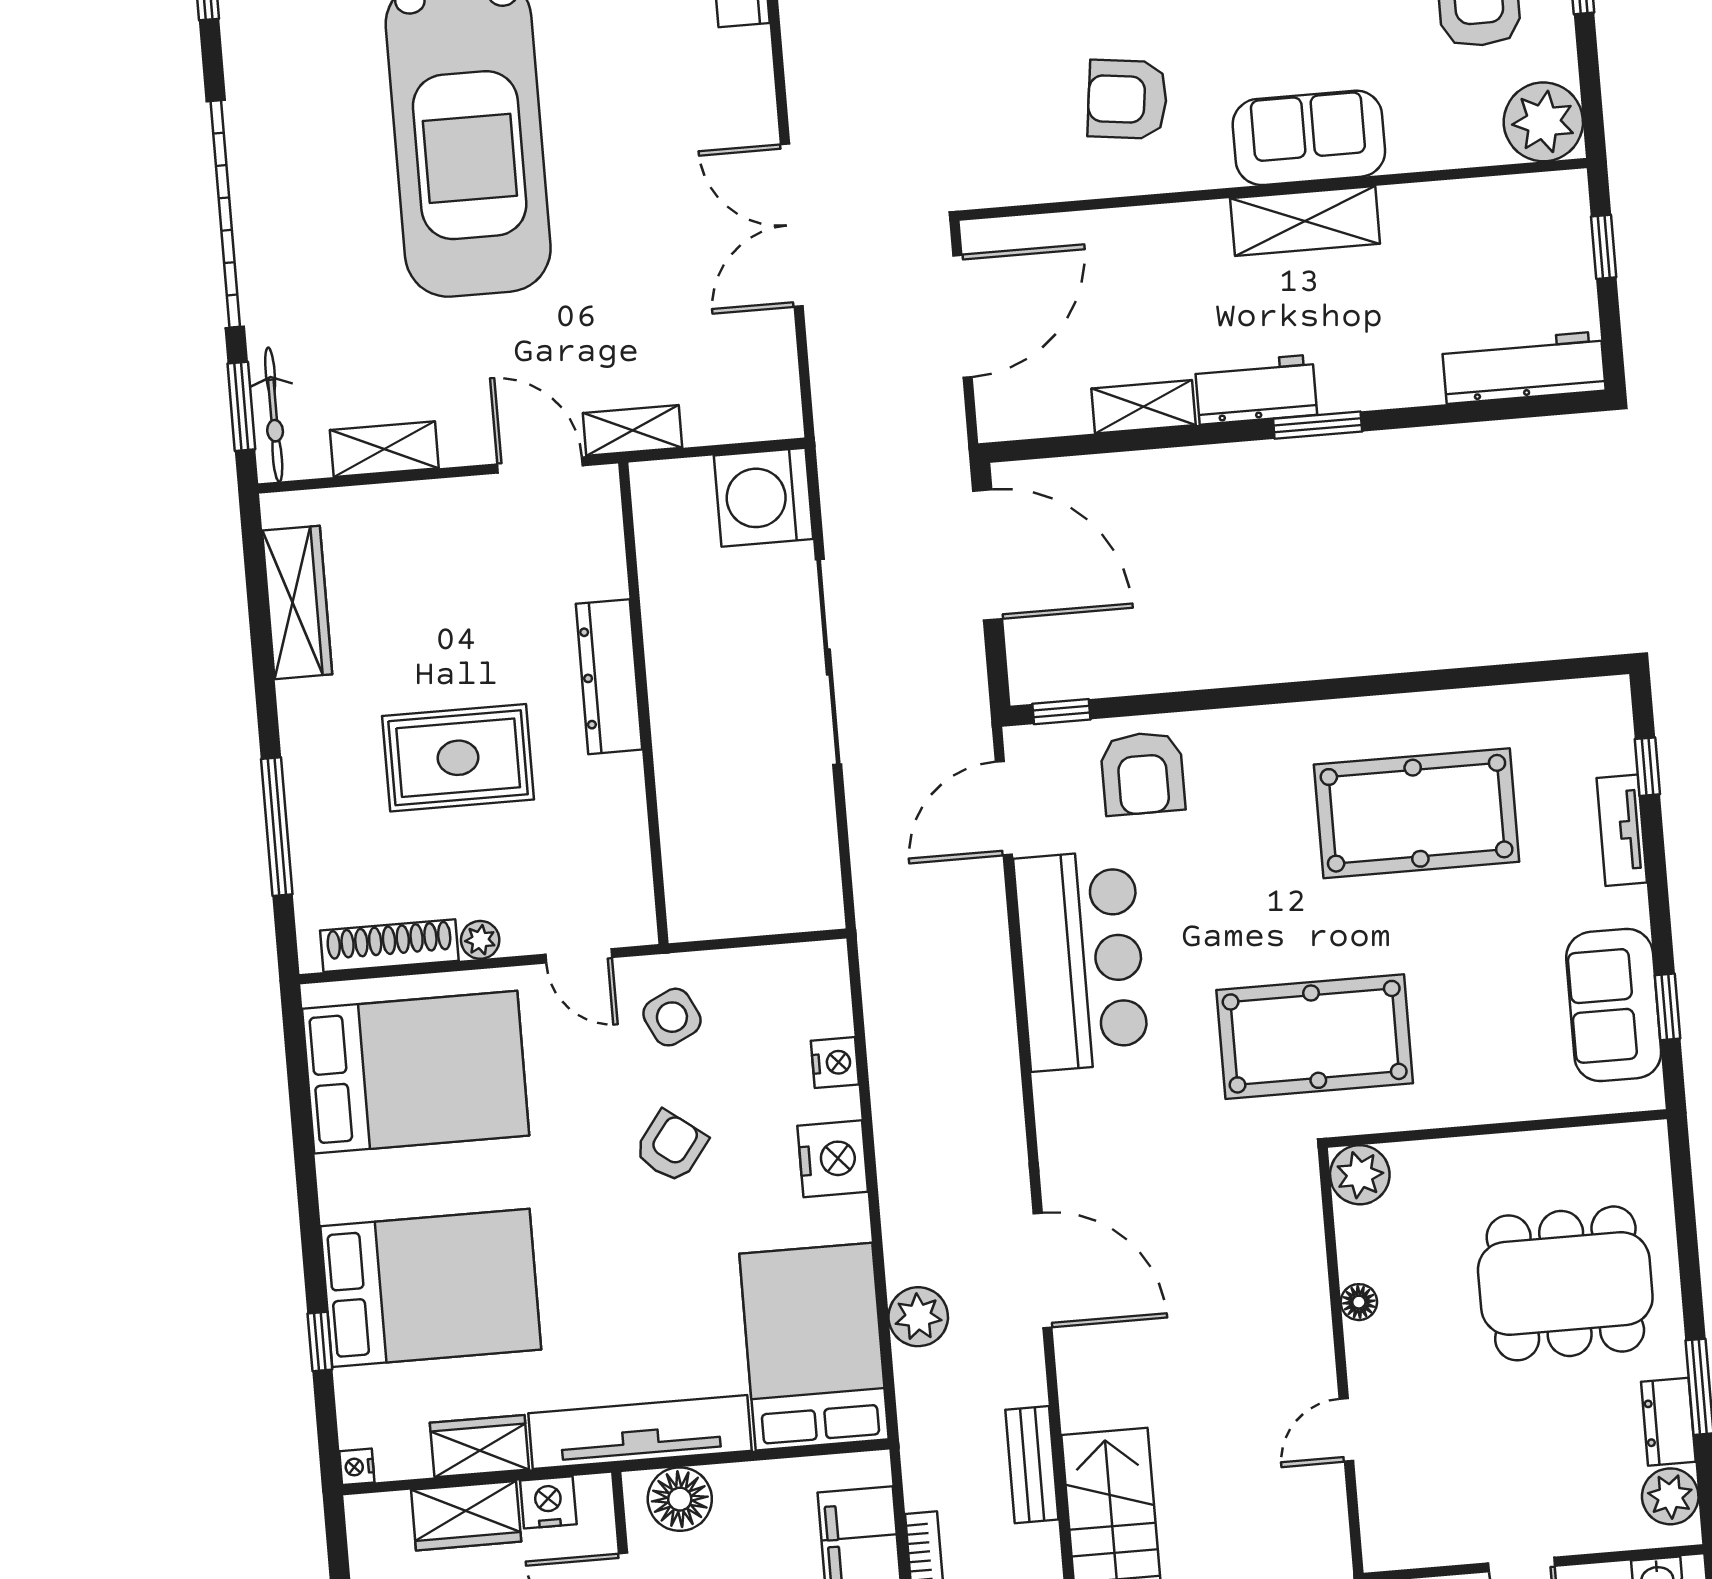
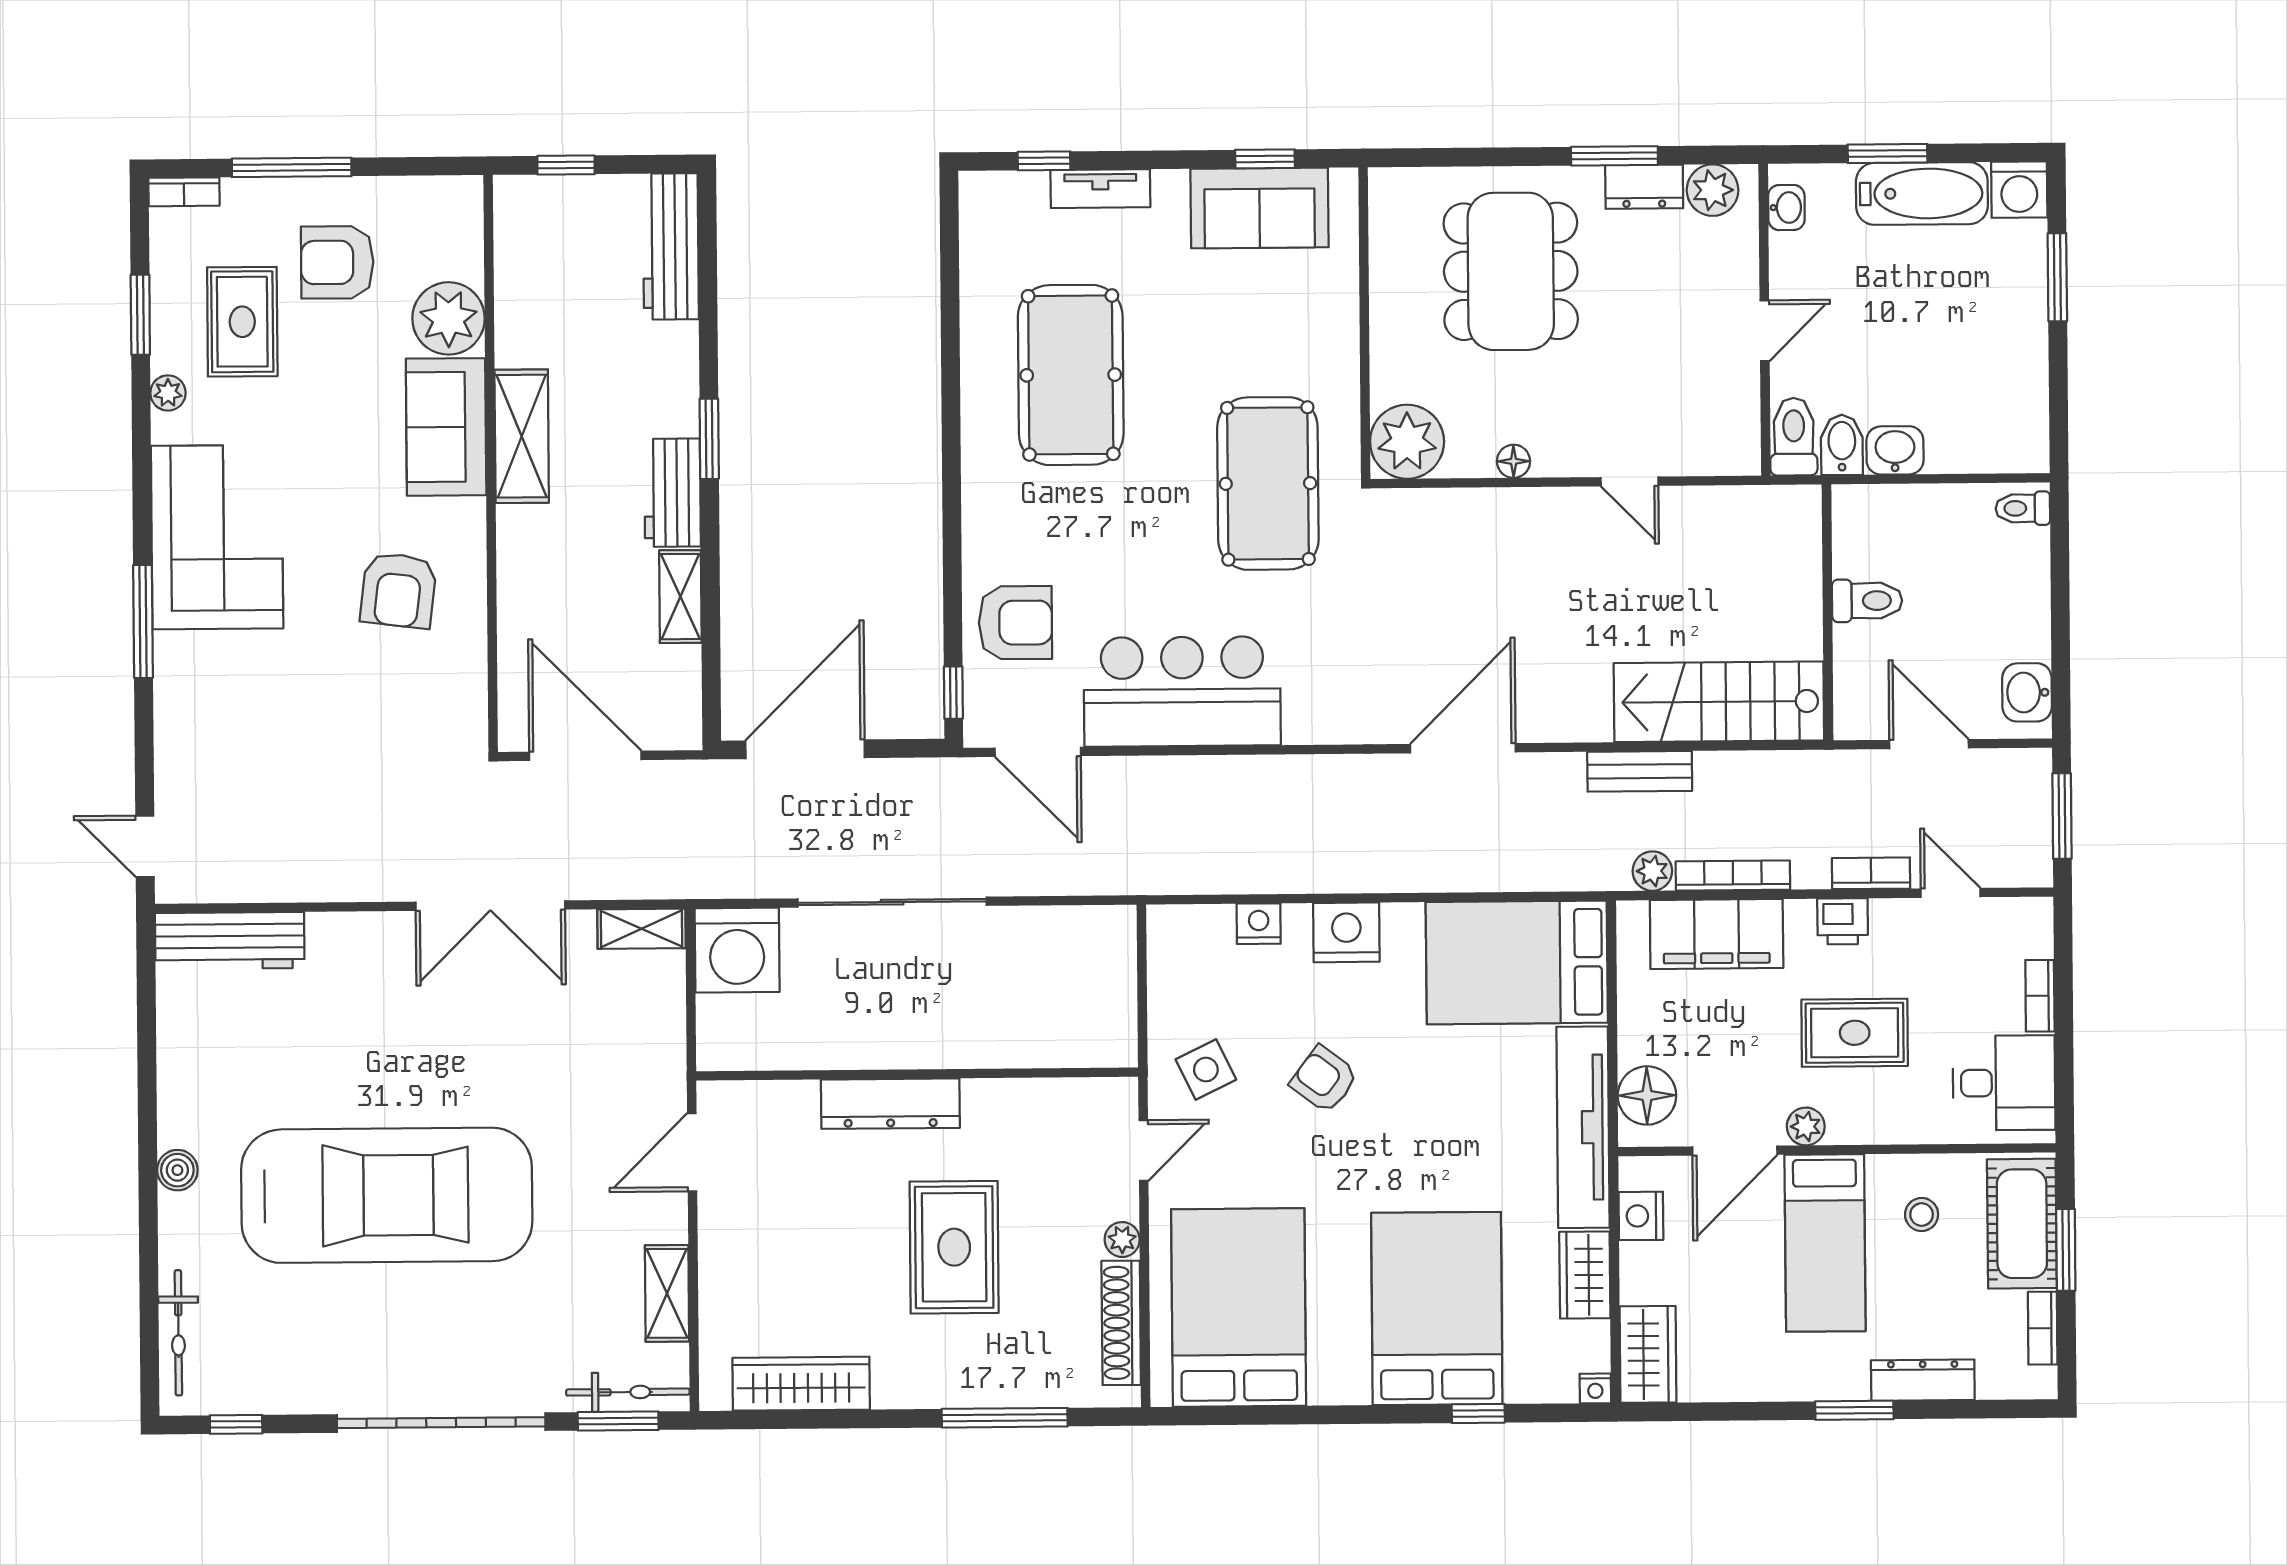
plant: (1543, 122) -> (449, 318), moved
shelving: (633, 430) -> (641, 929), moved, turned 90
plant: (1360, 1175) -> (1407, 442), width x1.36, depth x1.36
plant: (918, 1317) -> (1652, 871), moved, width x0.73, depth x0.73
wardrobe: (466, 1516) -> (1648, 1354), moved

